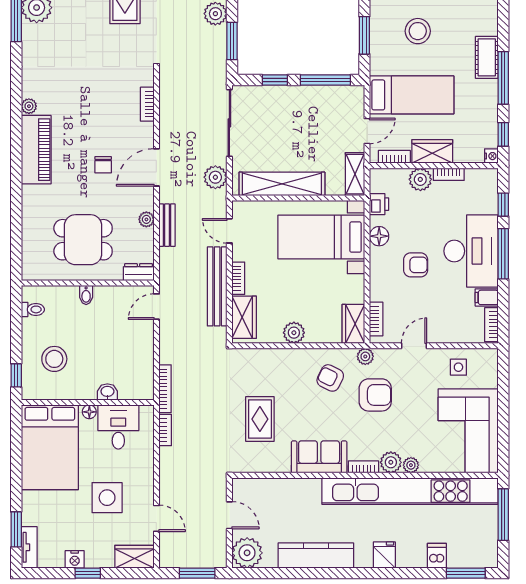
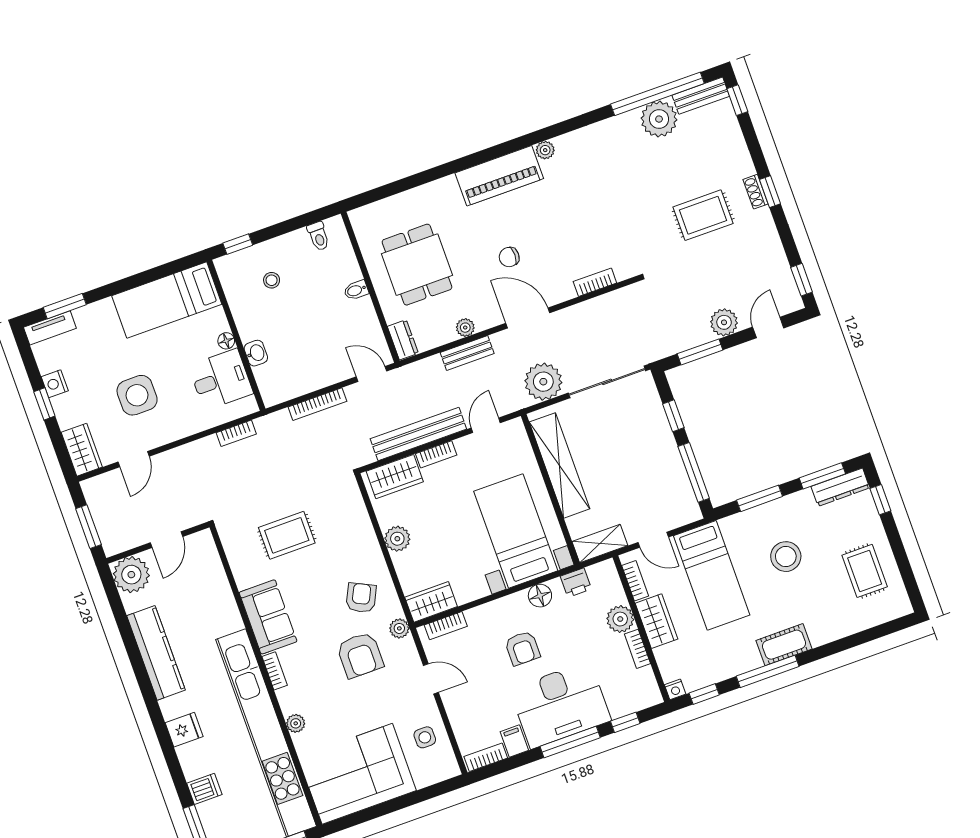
plant: (215, 177) -> (543, 382), width x1.36, depth x1.36
stool: (54, 359) -> (272, 280), width x0.53, depth x0.53
bookcase: (165, 389) -> (317, 404), moved
bed: (50, 447) -> (167, 300), width x0.67
plant: (391, 462) -> (291, 700), removed

